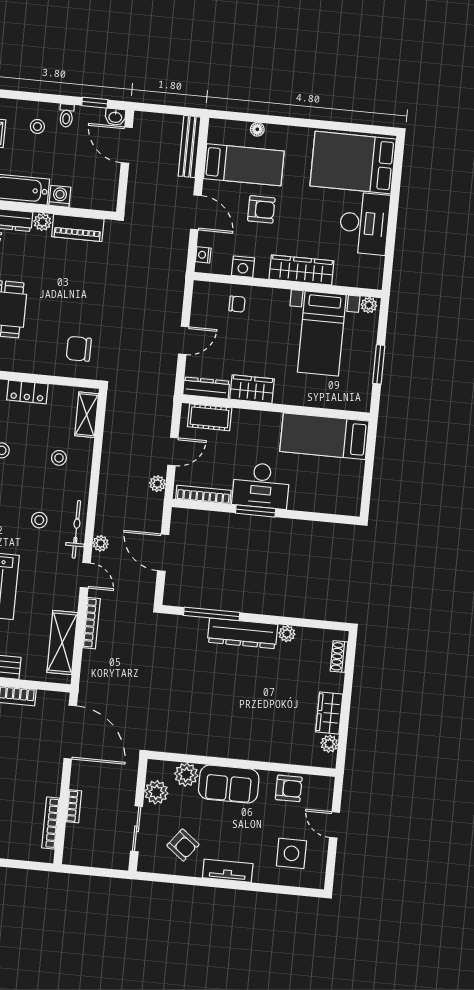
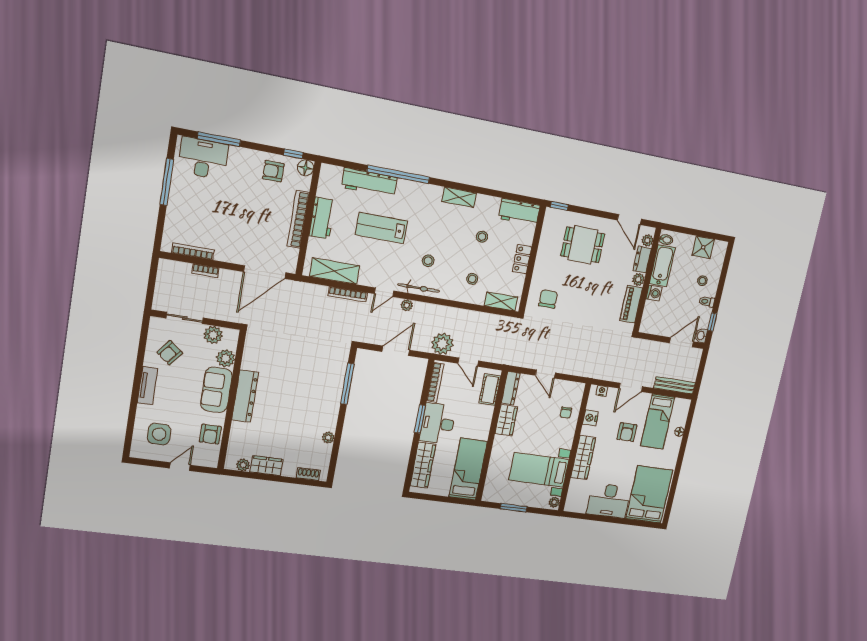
plant: (157, 484) -> (442, 344), width x1.88, depth x1.88
wardrobe: (321, 501) -> (423, 465), added
dresser: (243, 633) -> (245, 396), moved, turned 180

